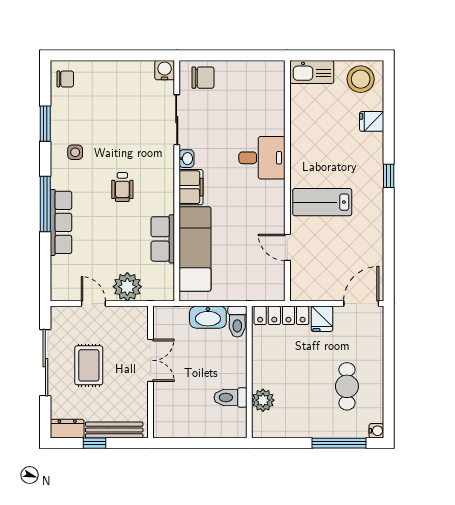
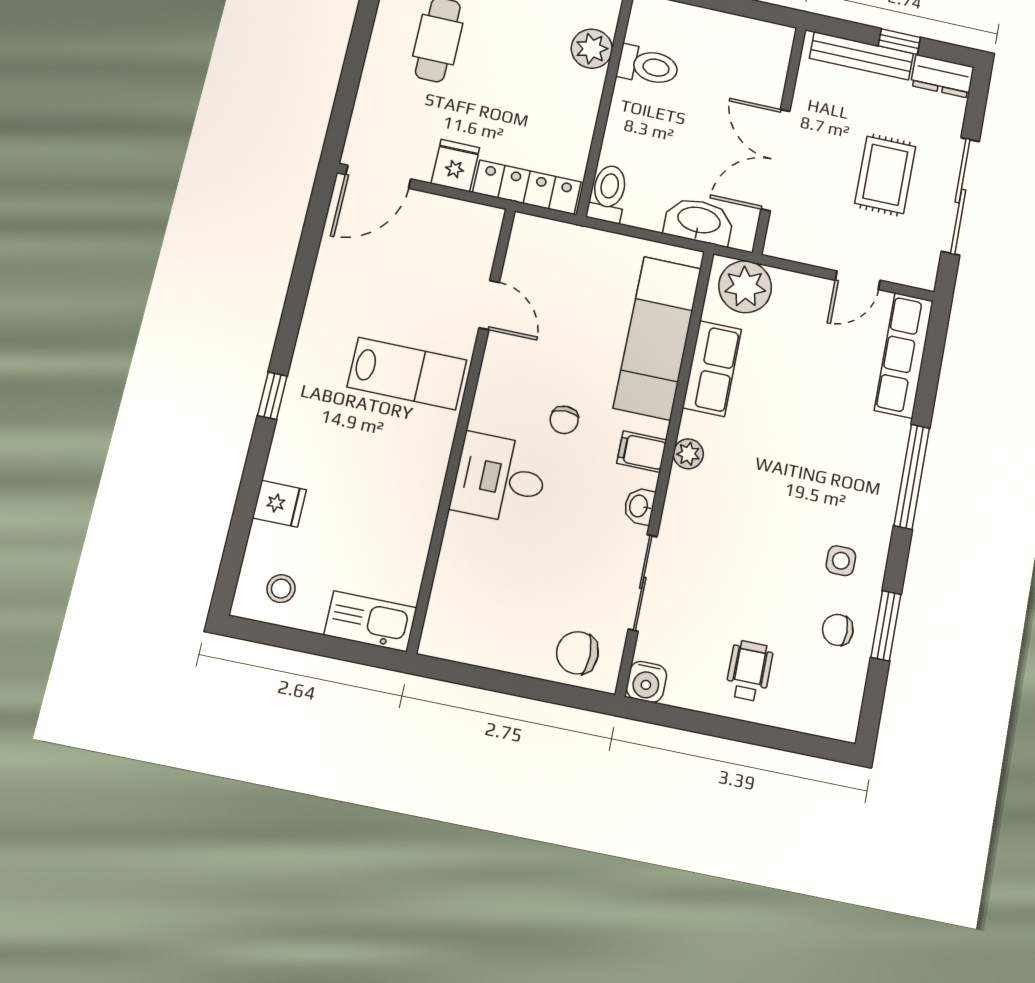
chair: (65, 79) -> (838, 630), moved
stool: (361, 79) -> (281, 589), width x0.53, depth x0.53
wheelchair: (122, 187) -> (749, 671), moved
filing cabinet: (191, 187) -> (642, 452), width x0.50
plant: (166, 191) -> (688, 454), added
chair: (235, 195) -> (564, 420), added
row of seats: (61, 222) -> (904, 355), moved
plant: (127, 287) -> (745, 287), moved
door: (93, 304) -> (858, 280), hinge flipped
washbasin: (208, 317) -> (699, 221), moved
double door: (151, 360) -> (775, 160), width x1.37

